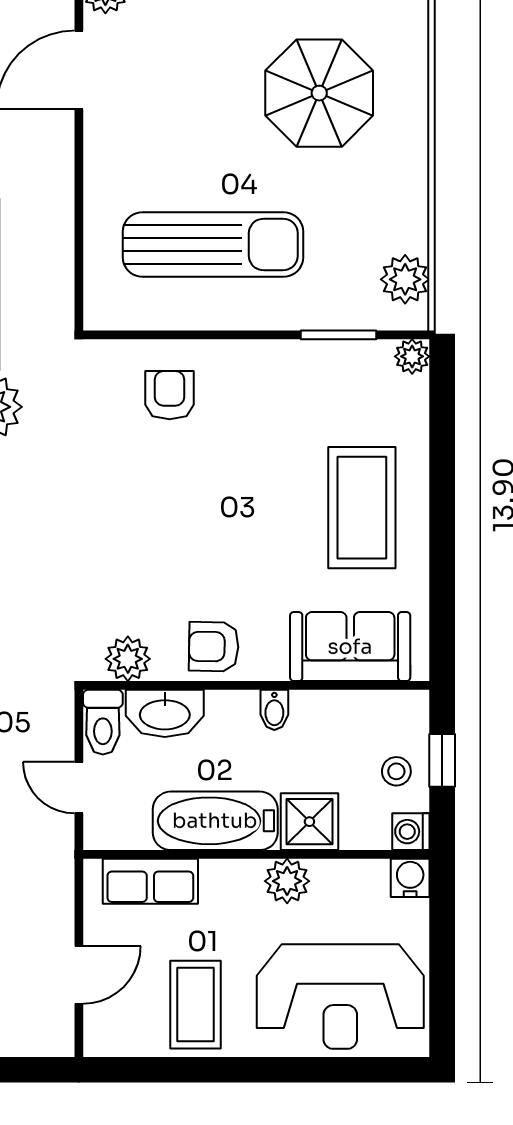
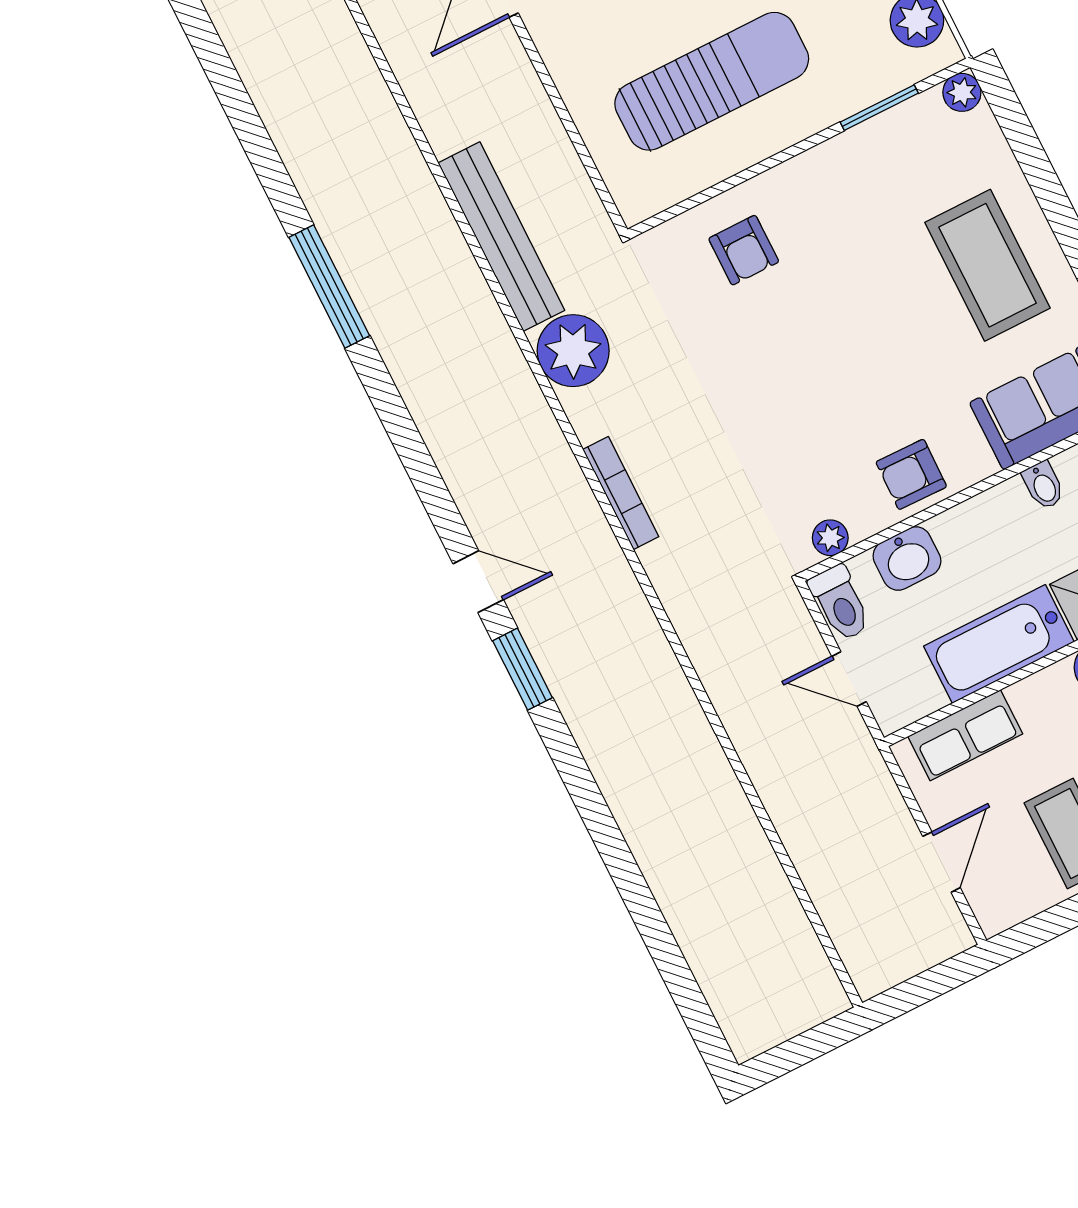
armchair: (170, 395) -> (744, 250), turned 180
plant: (128, 659) -> (830, 538), width x0.73, depth x0.73
bidet: (274, 710) -> (1043, 485), moved
washbasin: (165, 713) -> (907, 558), width x0.72

